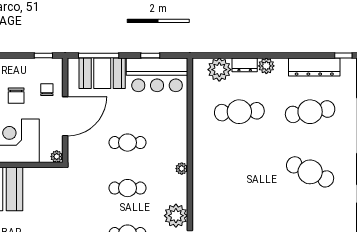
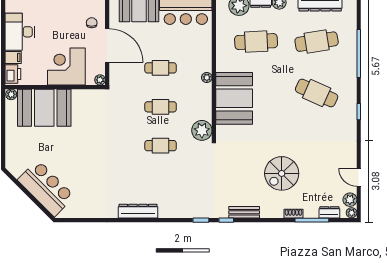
chair: (16, 96) -> (65, 28), removed
door: (65, 116) -> (107, 45), hinge flipped
plant: (182, 169) -> (207, 77), moved
booth: (214, 178) -> (234, 98), added

